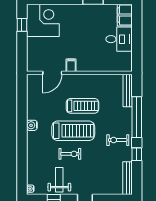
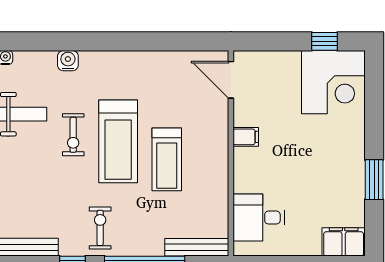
desk: (119, 39) -> (259, 218), moved, turned 90
door: (52, 73) -> (231, 80), moved
water cooler: (32, 125) -> (68, 61), moved

